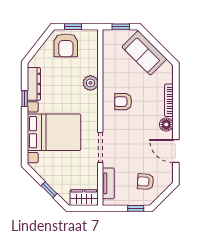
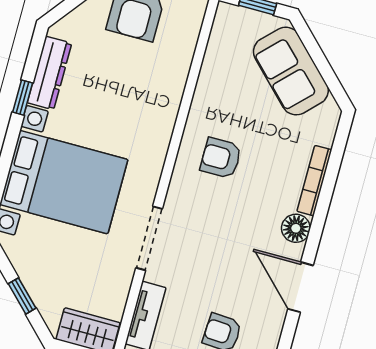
plant: (90, 83) -> (165, 102), removed

